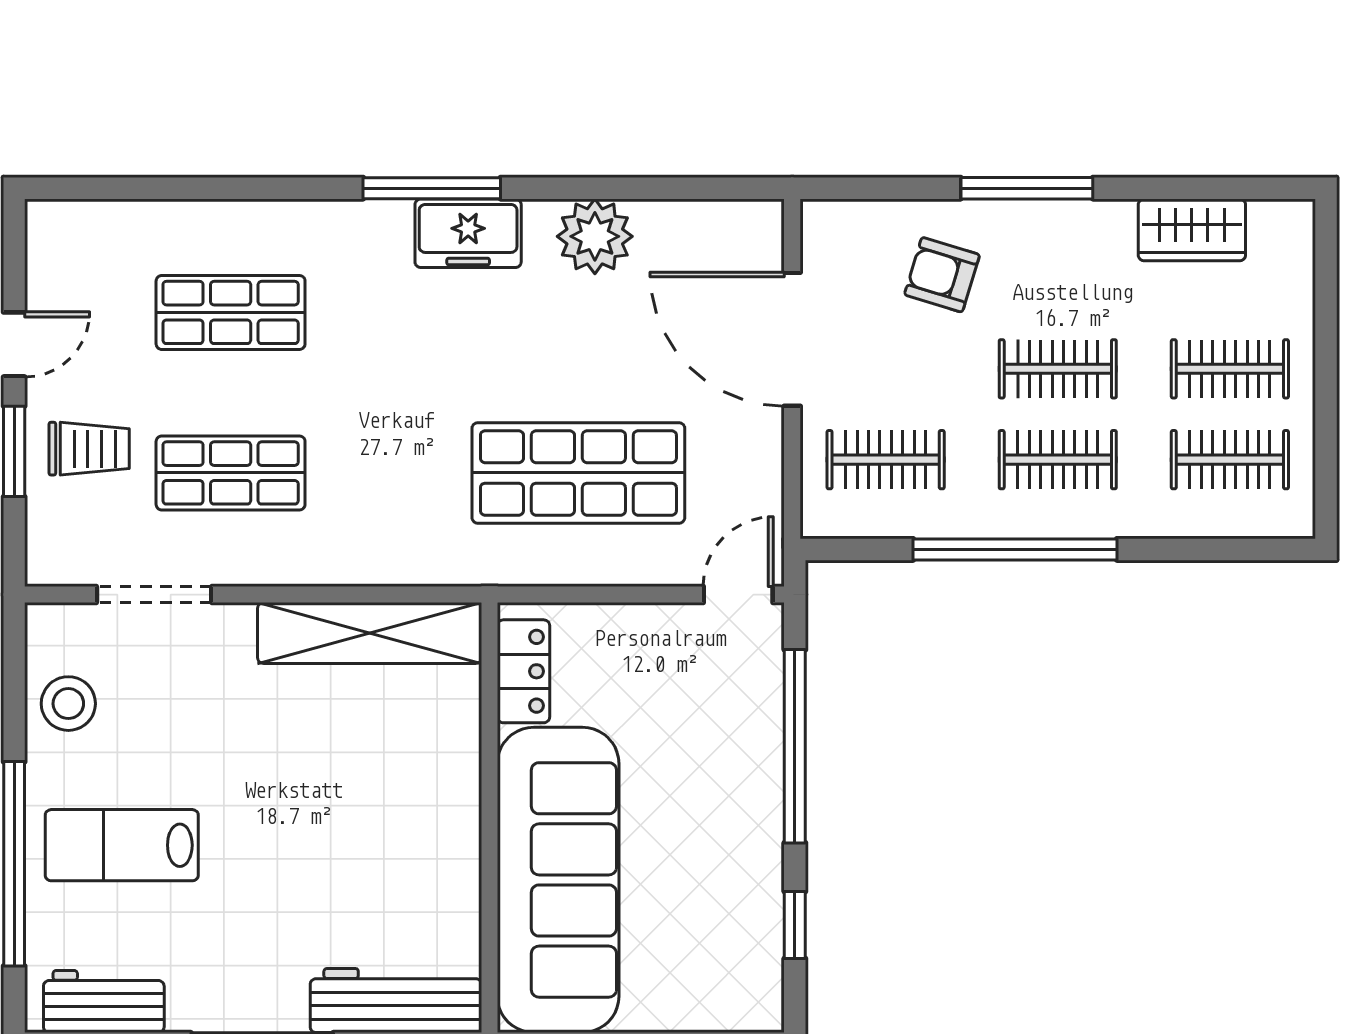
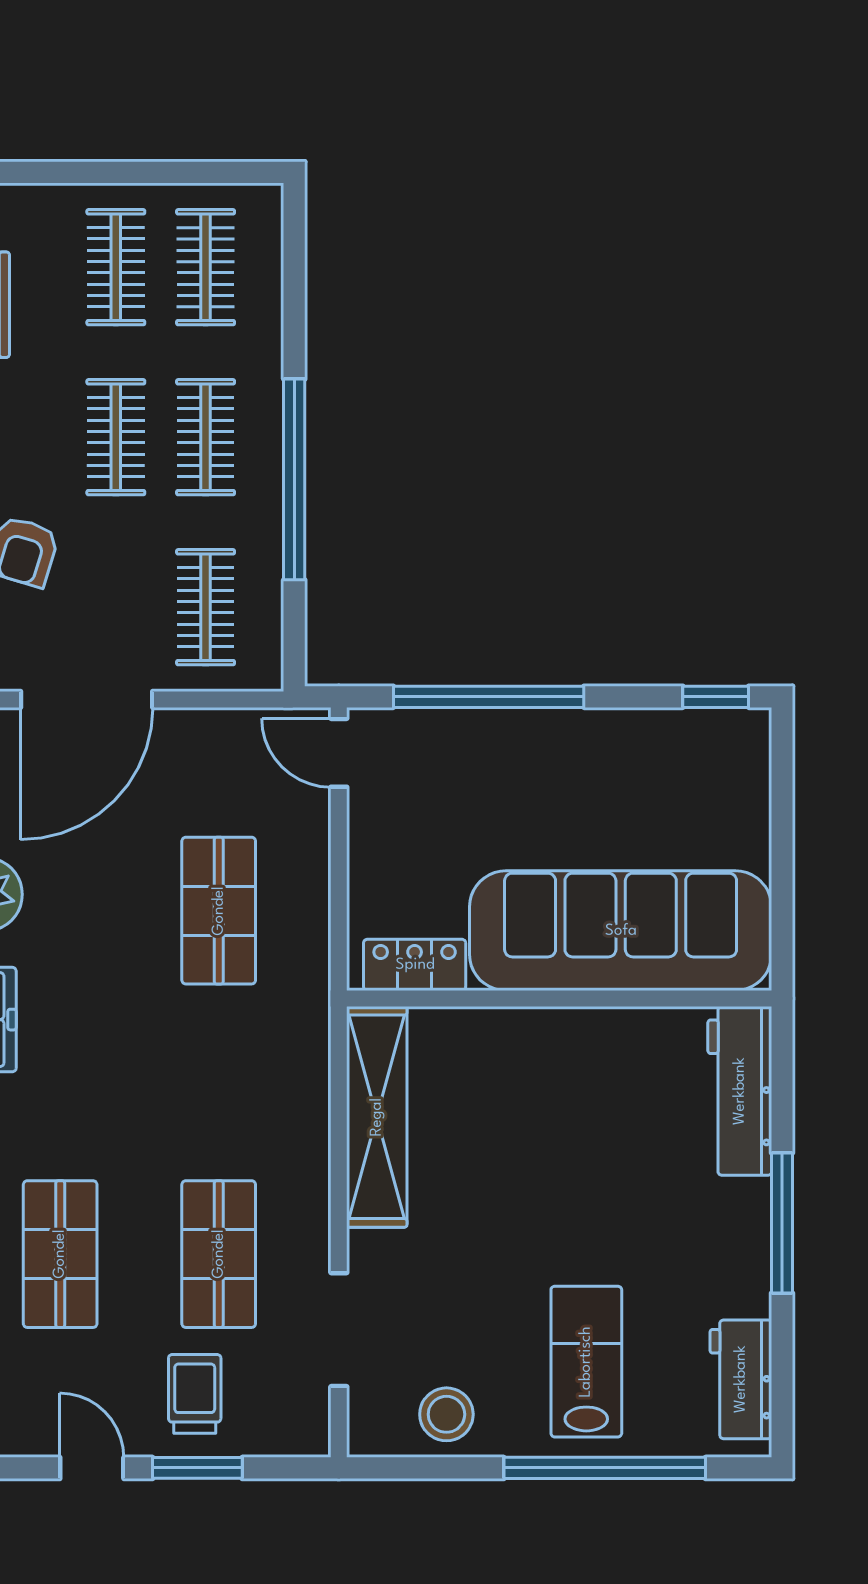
shop shelf: (578, 473) -> (219, 911), width x0.70, depth x0.74
lab bench: (122, 845) -> (586, 1362), turned 180
window: (795, 925) -> (716, 697), moved

